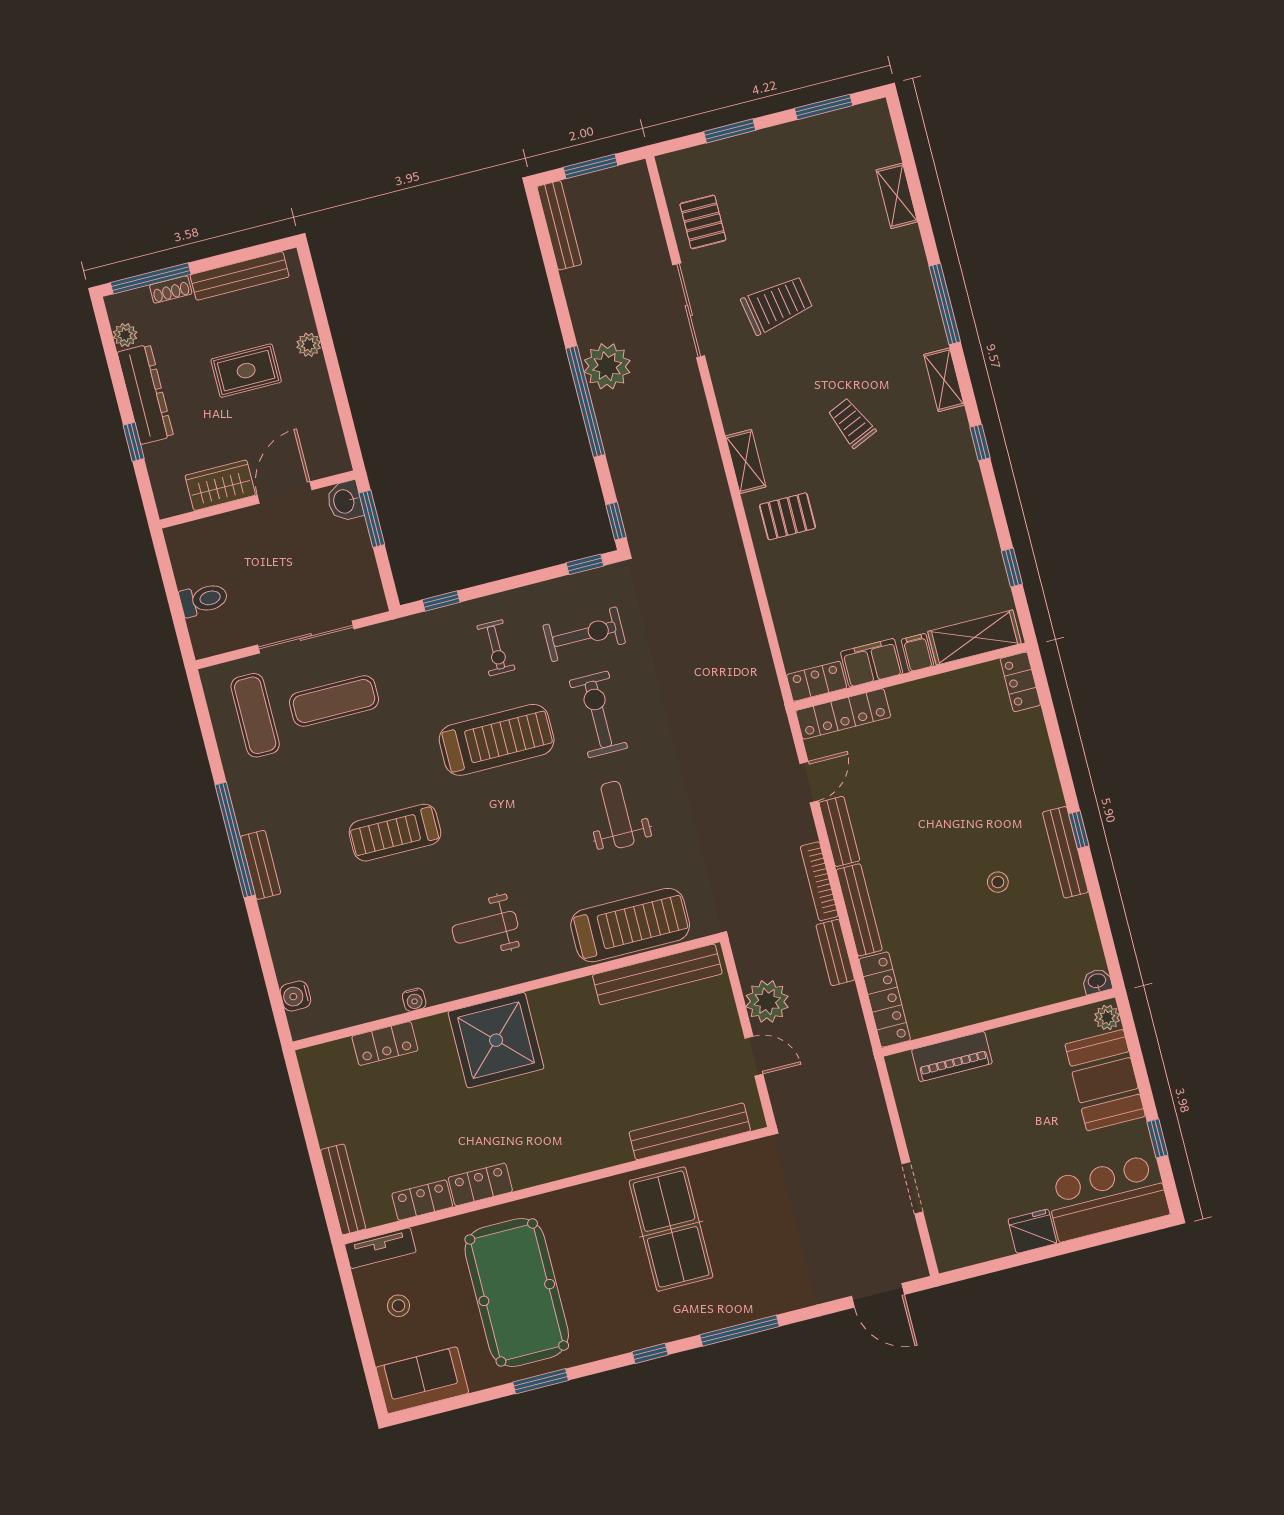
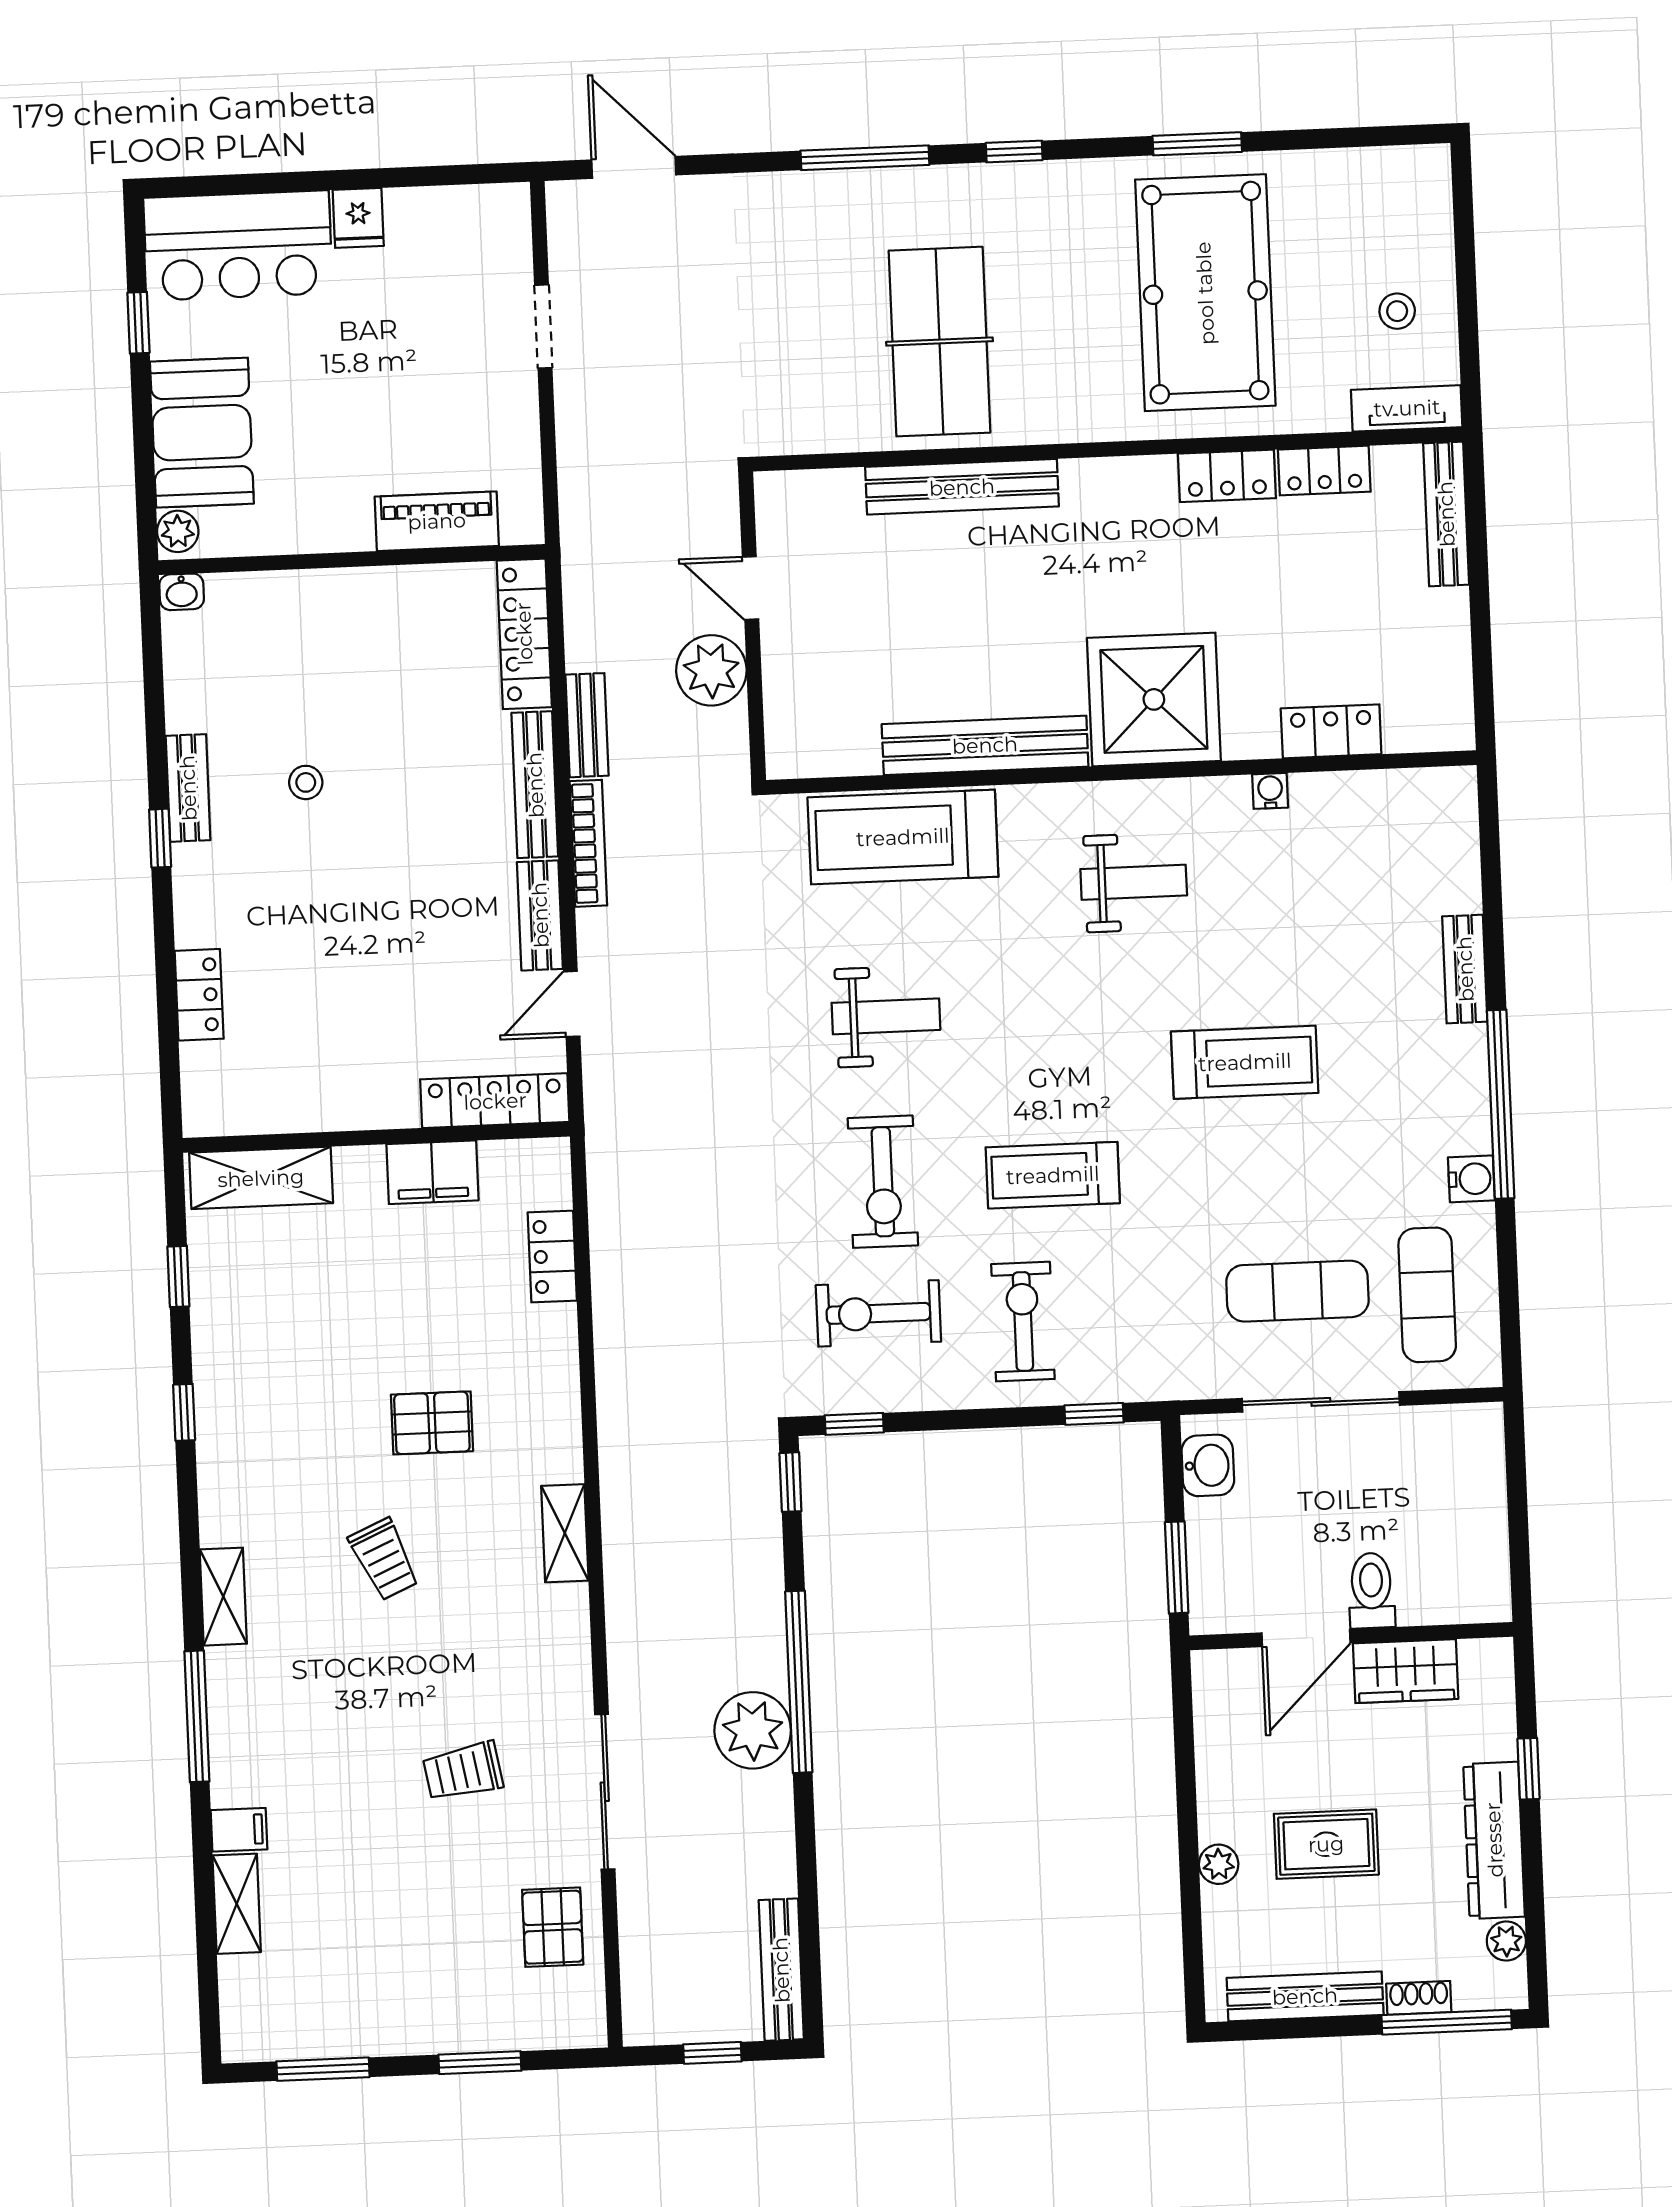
window: (590, 166) -> (712, 2053), width x0.67
trolley: (777, 305) -> (463, 1771), width x0.73, depth x0.72
window: (980, 442) -> (184, 1412), moved
washbasin: (345, 501) -> (1208, 1465), moved
pallet: (787, 516) -> (432, 1423), moved
toilet: (204, 599) -> (1371, 1590), moved, turned 90
exercise bike: (496, 648) -> (1023, 1322), width x1.38, depth x1.39
filing cabinet: (917, 653) -> (239, 1830), moved, turned -90
locker: (817, 681) -> (552, 1257), moved, turned 90
locker: (1020, 682) -> (199, 995), moved
treadmill: (497, 740) -> (1053, 1175), width x0.73, depth x0.73
weight bench: (618, 815) -> (886, 1016), turned -90
bench: (1065, 852) -> (188, 788), width x0.73
bench: (261, 865) -> (1465, 969), moved
bench: (657, 974) -> (985, 745), moved
water cooler: (295, 996) -> (1471, 1179), moved
bench: (690, 1131) -> (962, 487), moved
fridge: (1032, 1231) -> (358, 218), width x0.72
sofa: (422, 1380) -> (1384, 185), removed

